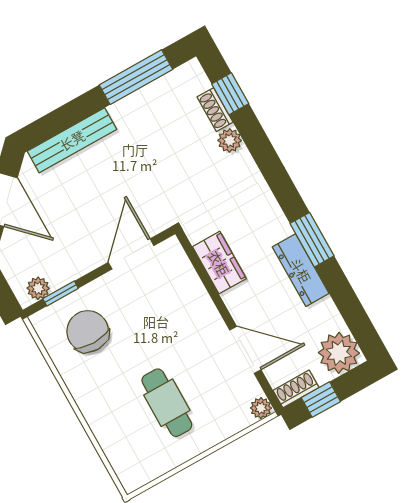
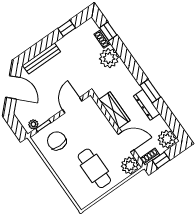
window: (136, 77) -> (67, 28), width x0.46
plant: (230, 140) -> (109, 58), width x1.88, depth x1.88
wardrobe: (219, 263) -> (114, 110), width x1.50
cafe table: (167, 403) -> (94, 168), width x1.37, depth x1.35
plant: (261, 408) -> (130, 166), width x1.88, depth x1.88

